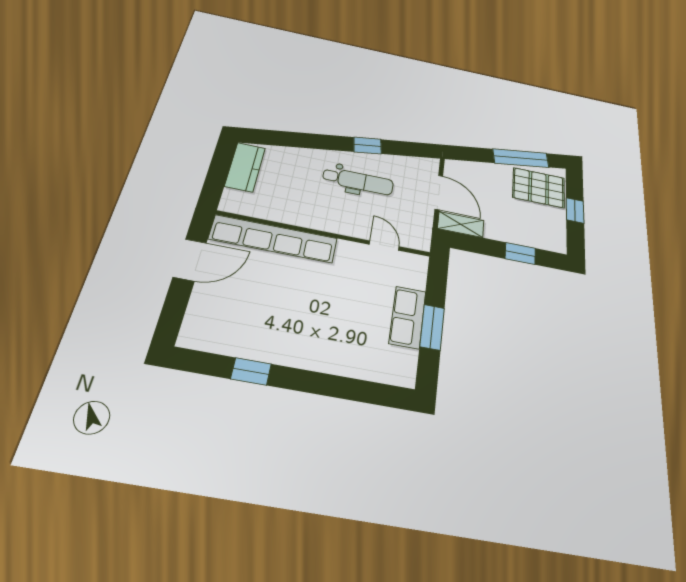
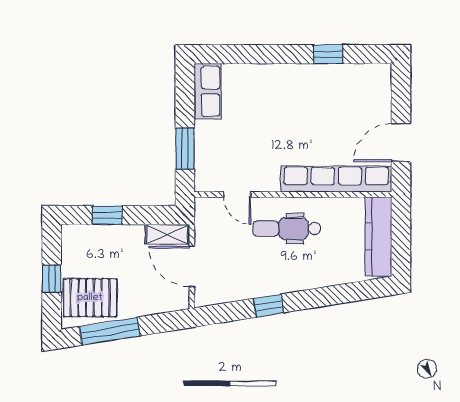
kitchen counter: (245, 167) -> (379, 237), width x1.50
dental chair: (358, 181) -> (287, 229), moved
row of seats: (408, 317) -> (207, 91), moved
window: (432, 327) -> (185, 149), moved

